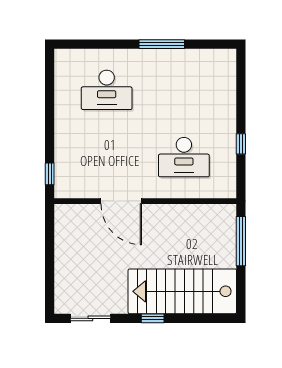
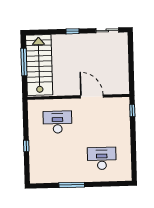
window: (241, 144) -> (26, 146), moved
window: (241, 241) -> (24, 62), moved
stairs: (182, 291) -> (39, 65), moved, turned -90

